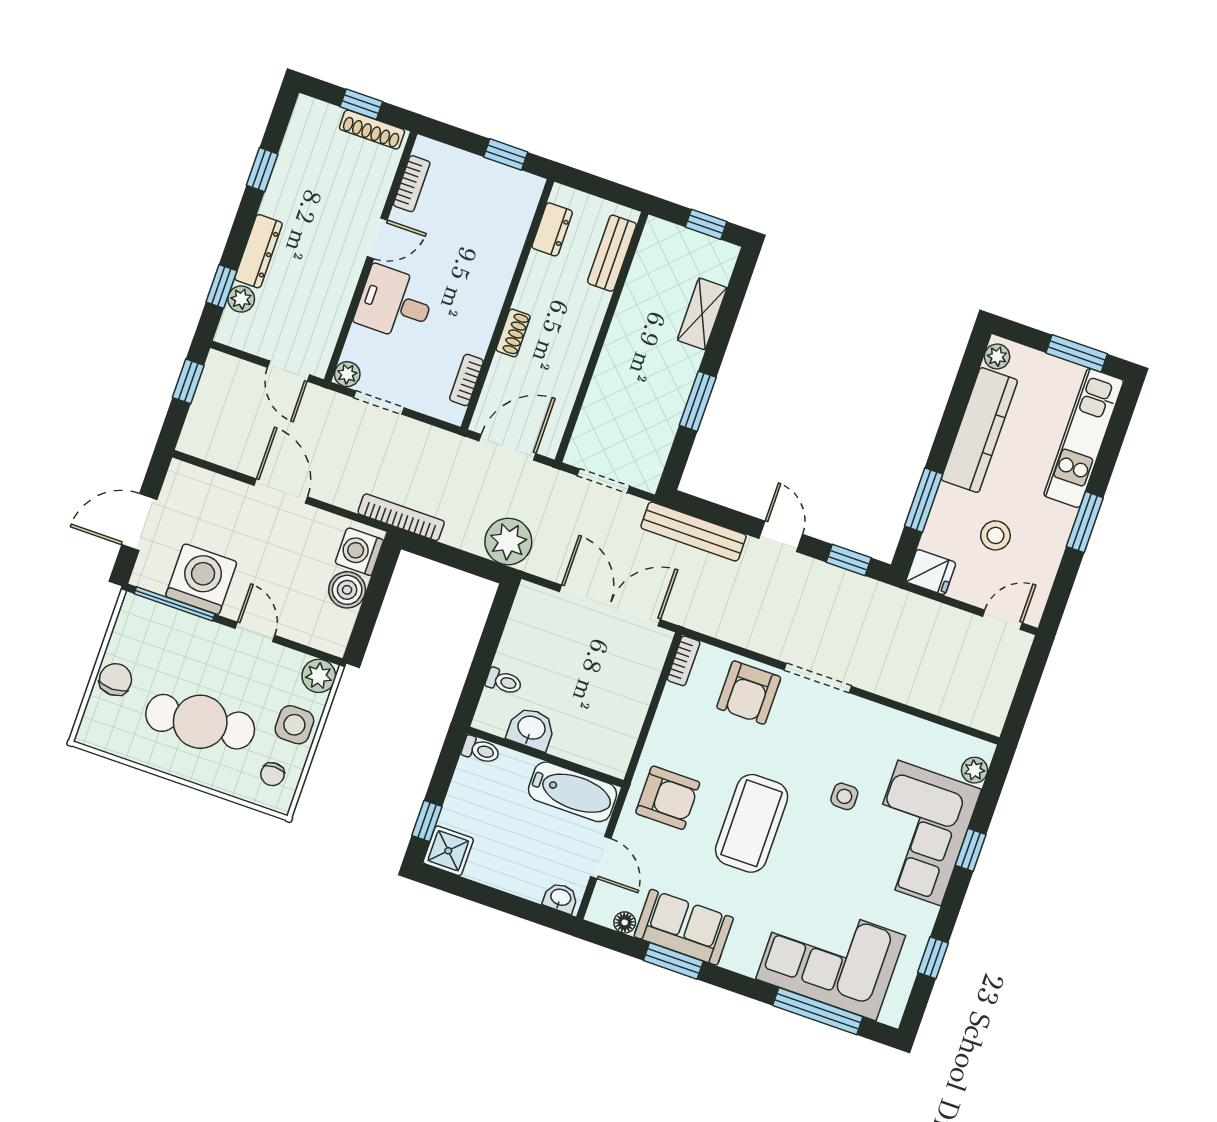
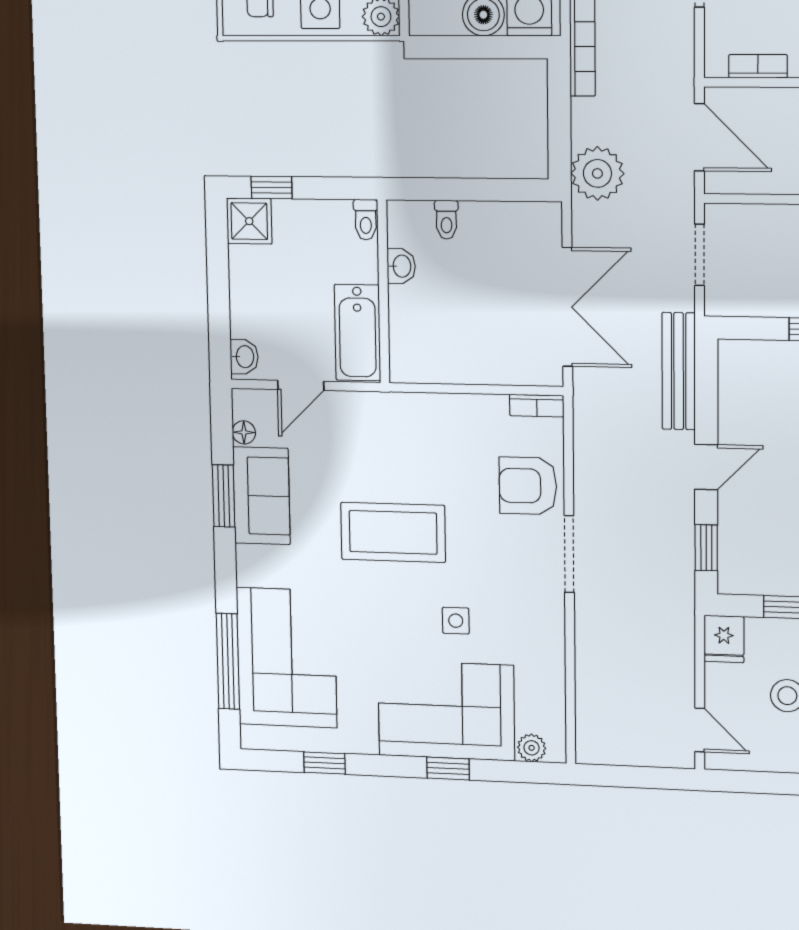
washbasin: (531, 729) -> (401, 266), width x0.72, depth x0.69
armchair: (668, 798) -> (388, 436), removed

